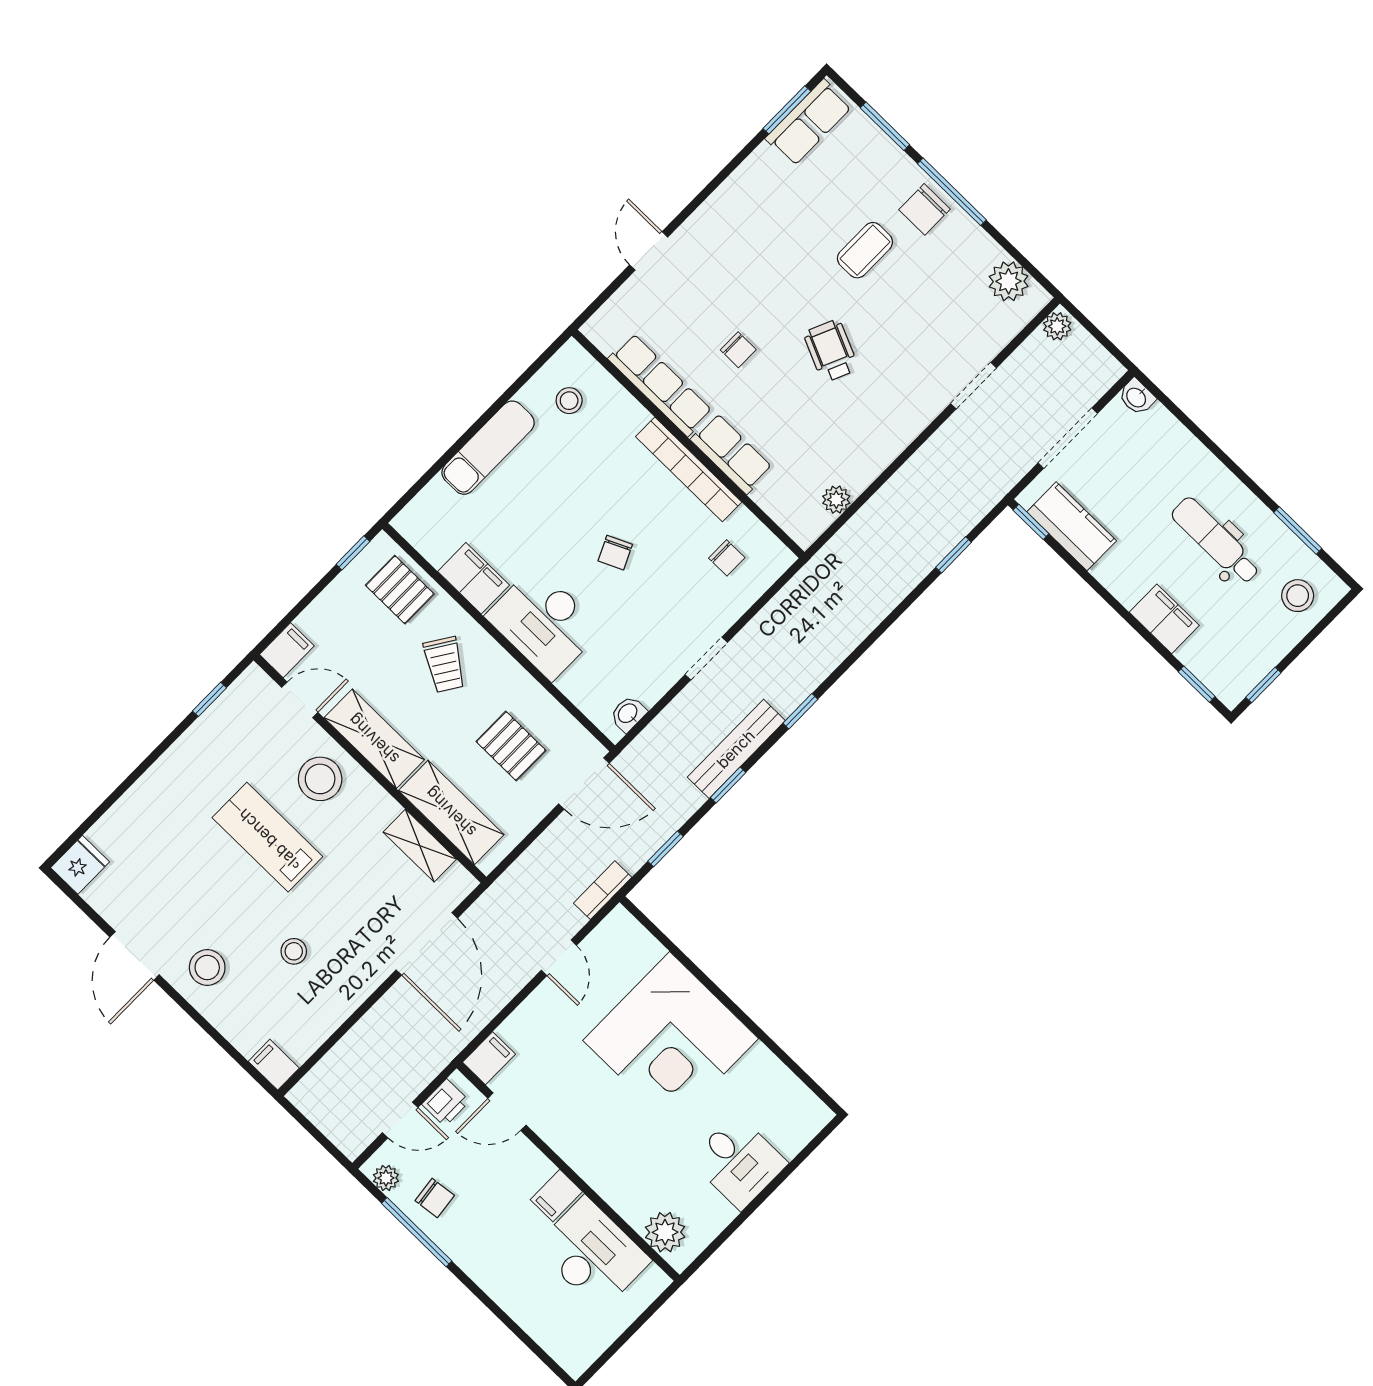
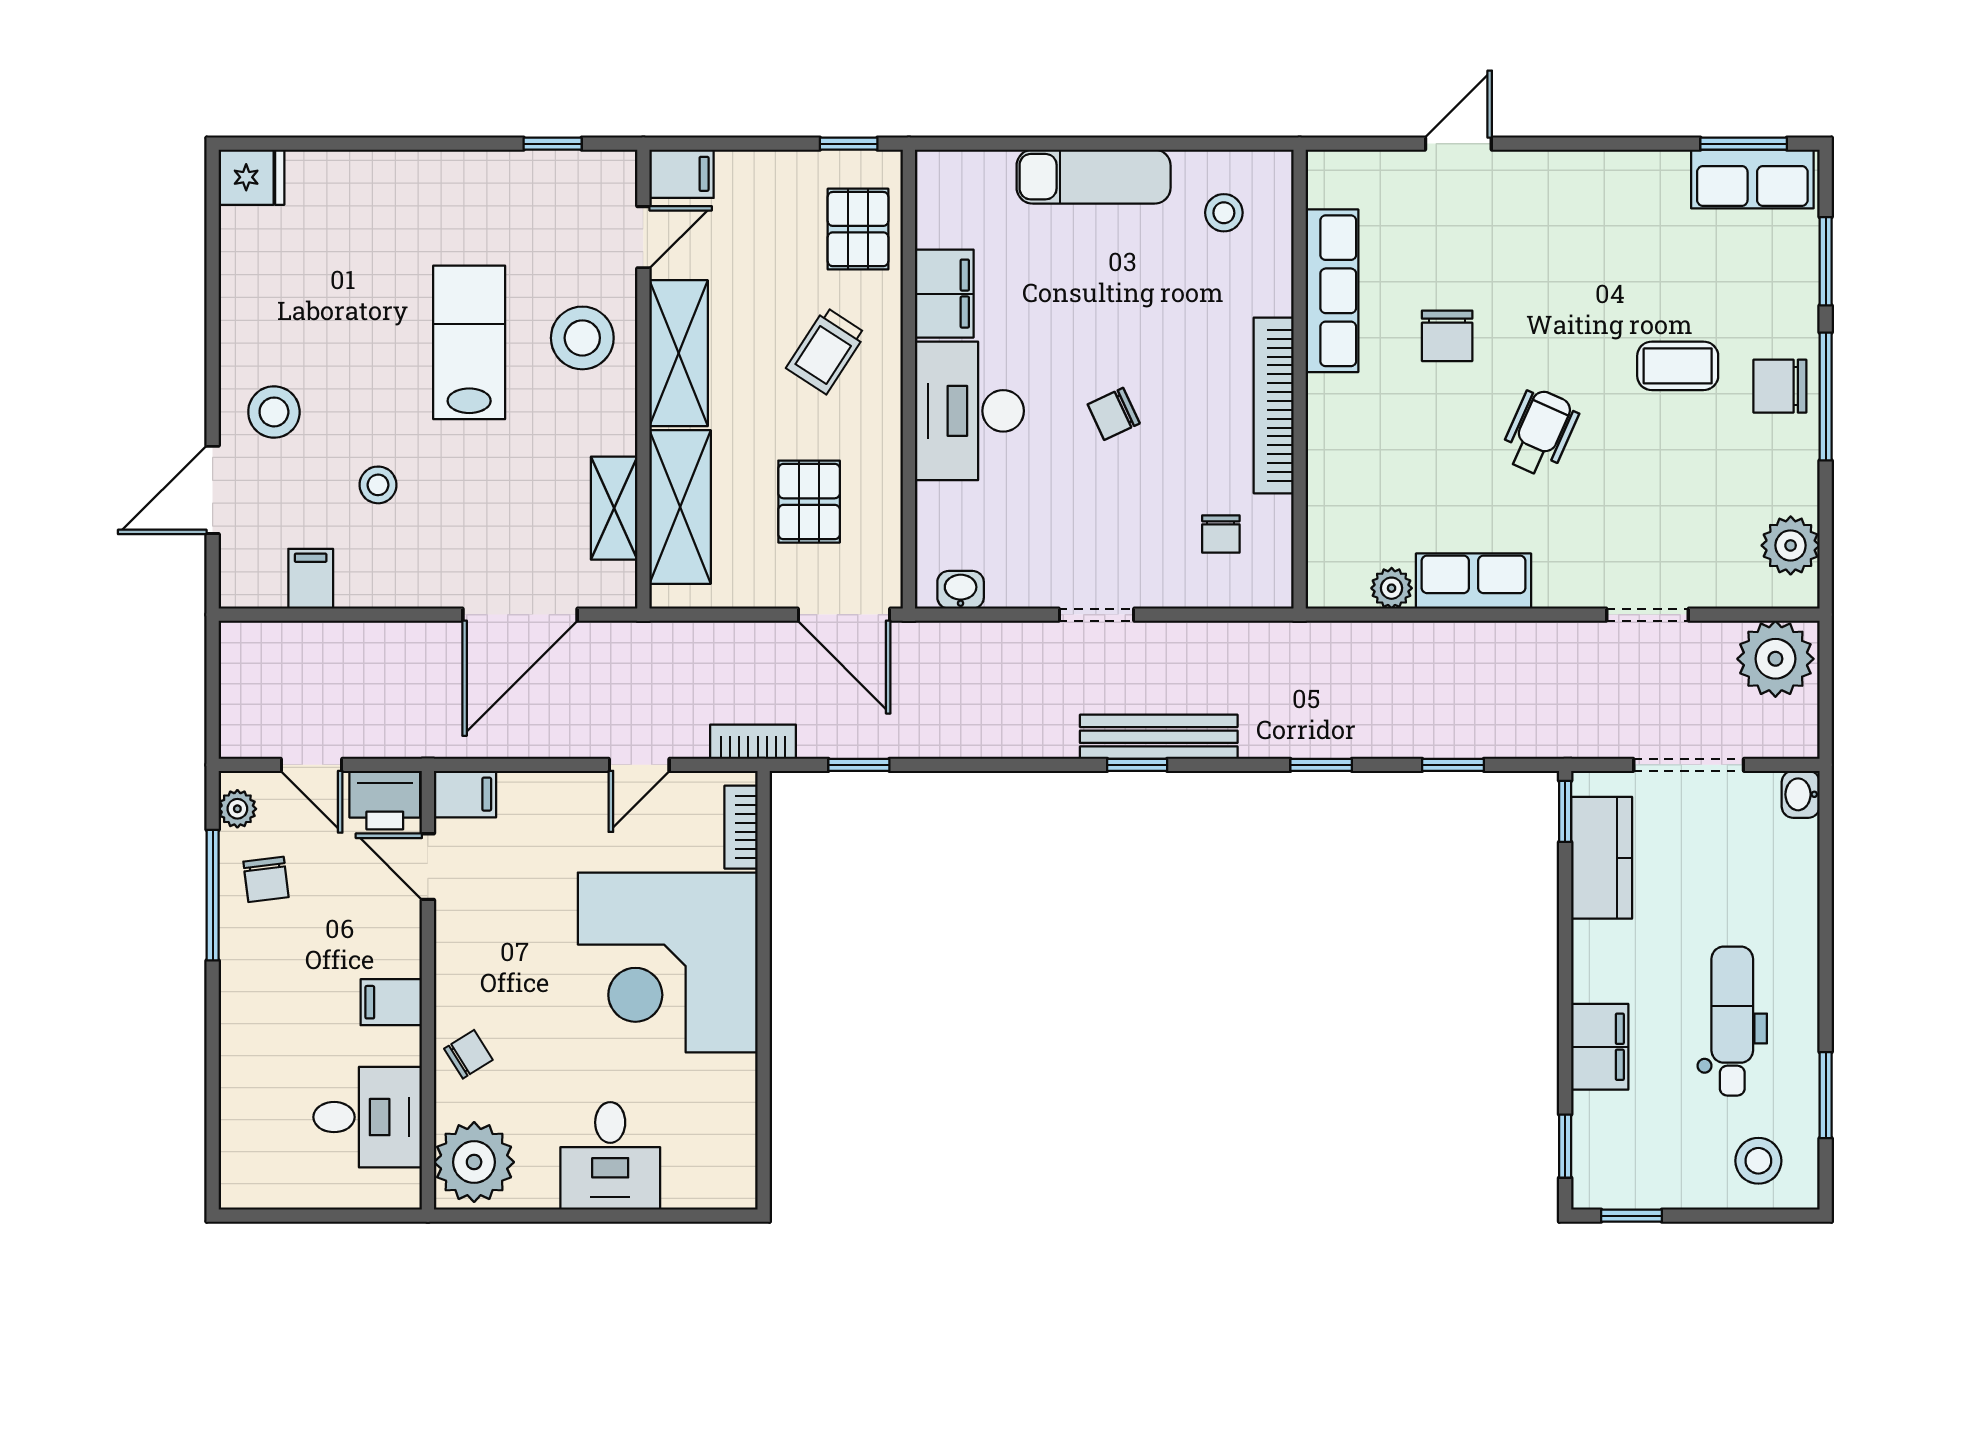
plant: (1057, 326) -> (1775, 659), width x1.88, depth x1.88
chair: (738, 350) -> (1447, 336), width x1.37, depth x1.37
row of seats: (732, 454) -> (1474, 581), moved, turned -90
door: (300, 700) -> (643, 237), hinge flipped
bench: (736, 749) -> (1159, 737), moved
window: (728, 785) -> (1321, 765), moved
bookcase: (639, 938) -> (741, 827), added
door: (135, 956) -> (213, 490), moved
filing cabinet: (274, 1065) -> (311, 579), moved
printer: (446, 1103) -> (385, 800), width x1.36, depth x1.24
chair: (619, 1183) -> (468, 1054), added
plant: (665, 1232) -> (474, 1162), width x1.36, depth x1.36
desk: (592, 1254) -> (368, 1117), width x0.73

